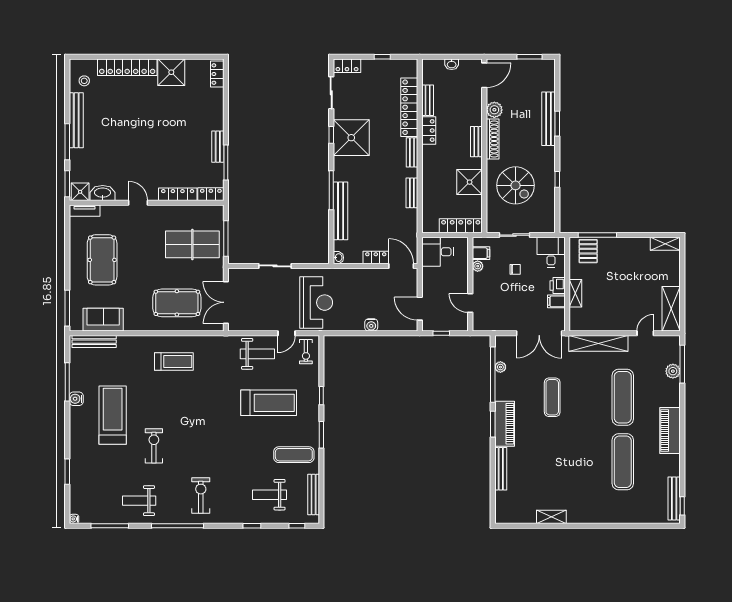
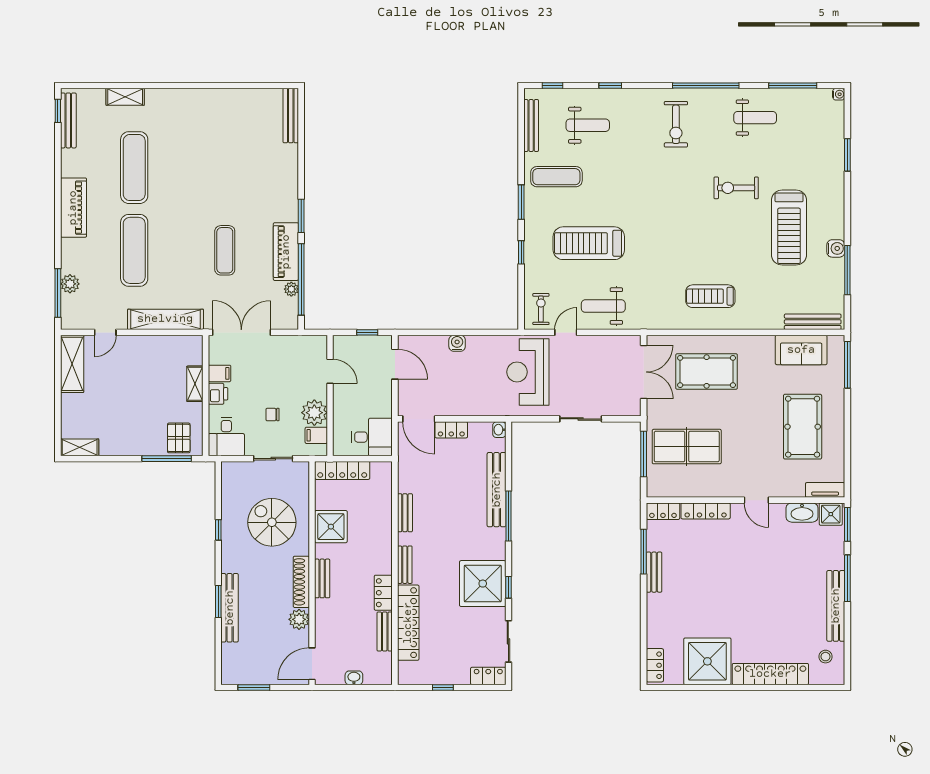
shower: (171, 72) -> (707, 661), width x1.37, depth x1.37
plant: (478, 266) -> (314, 413), width x1.87, depth x1.87
piano: (505, 424) -> (286, 252), moved
exercise bike: (154, 446) -> (736, 188), turned 90
bench: (501, 469) -> (291, 116), moved
shelving: (551, 517) -> (125, 97), moved

